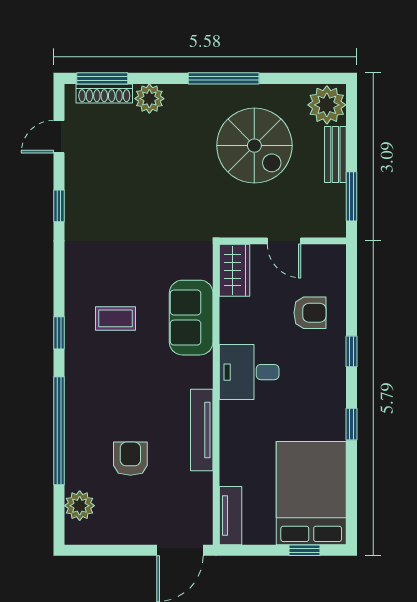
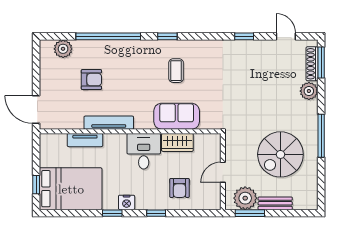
plant: (327, 105) -> (245, 198), moved
wardrobe: (234, 270) -> (177, 142), moved
nightstand: (334, 400) -> (127, 202), added
tv unit: (231, 516) -> (85, 140), moved

